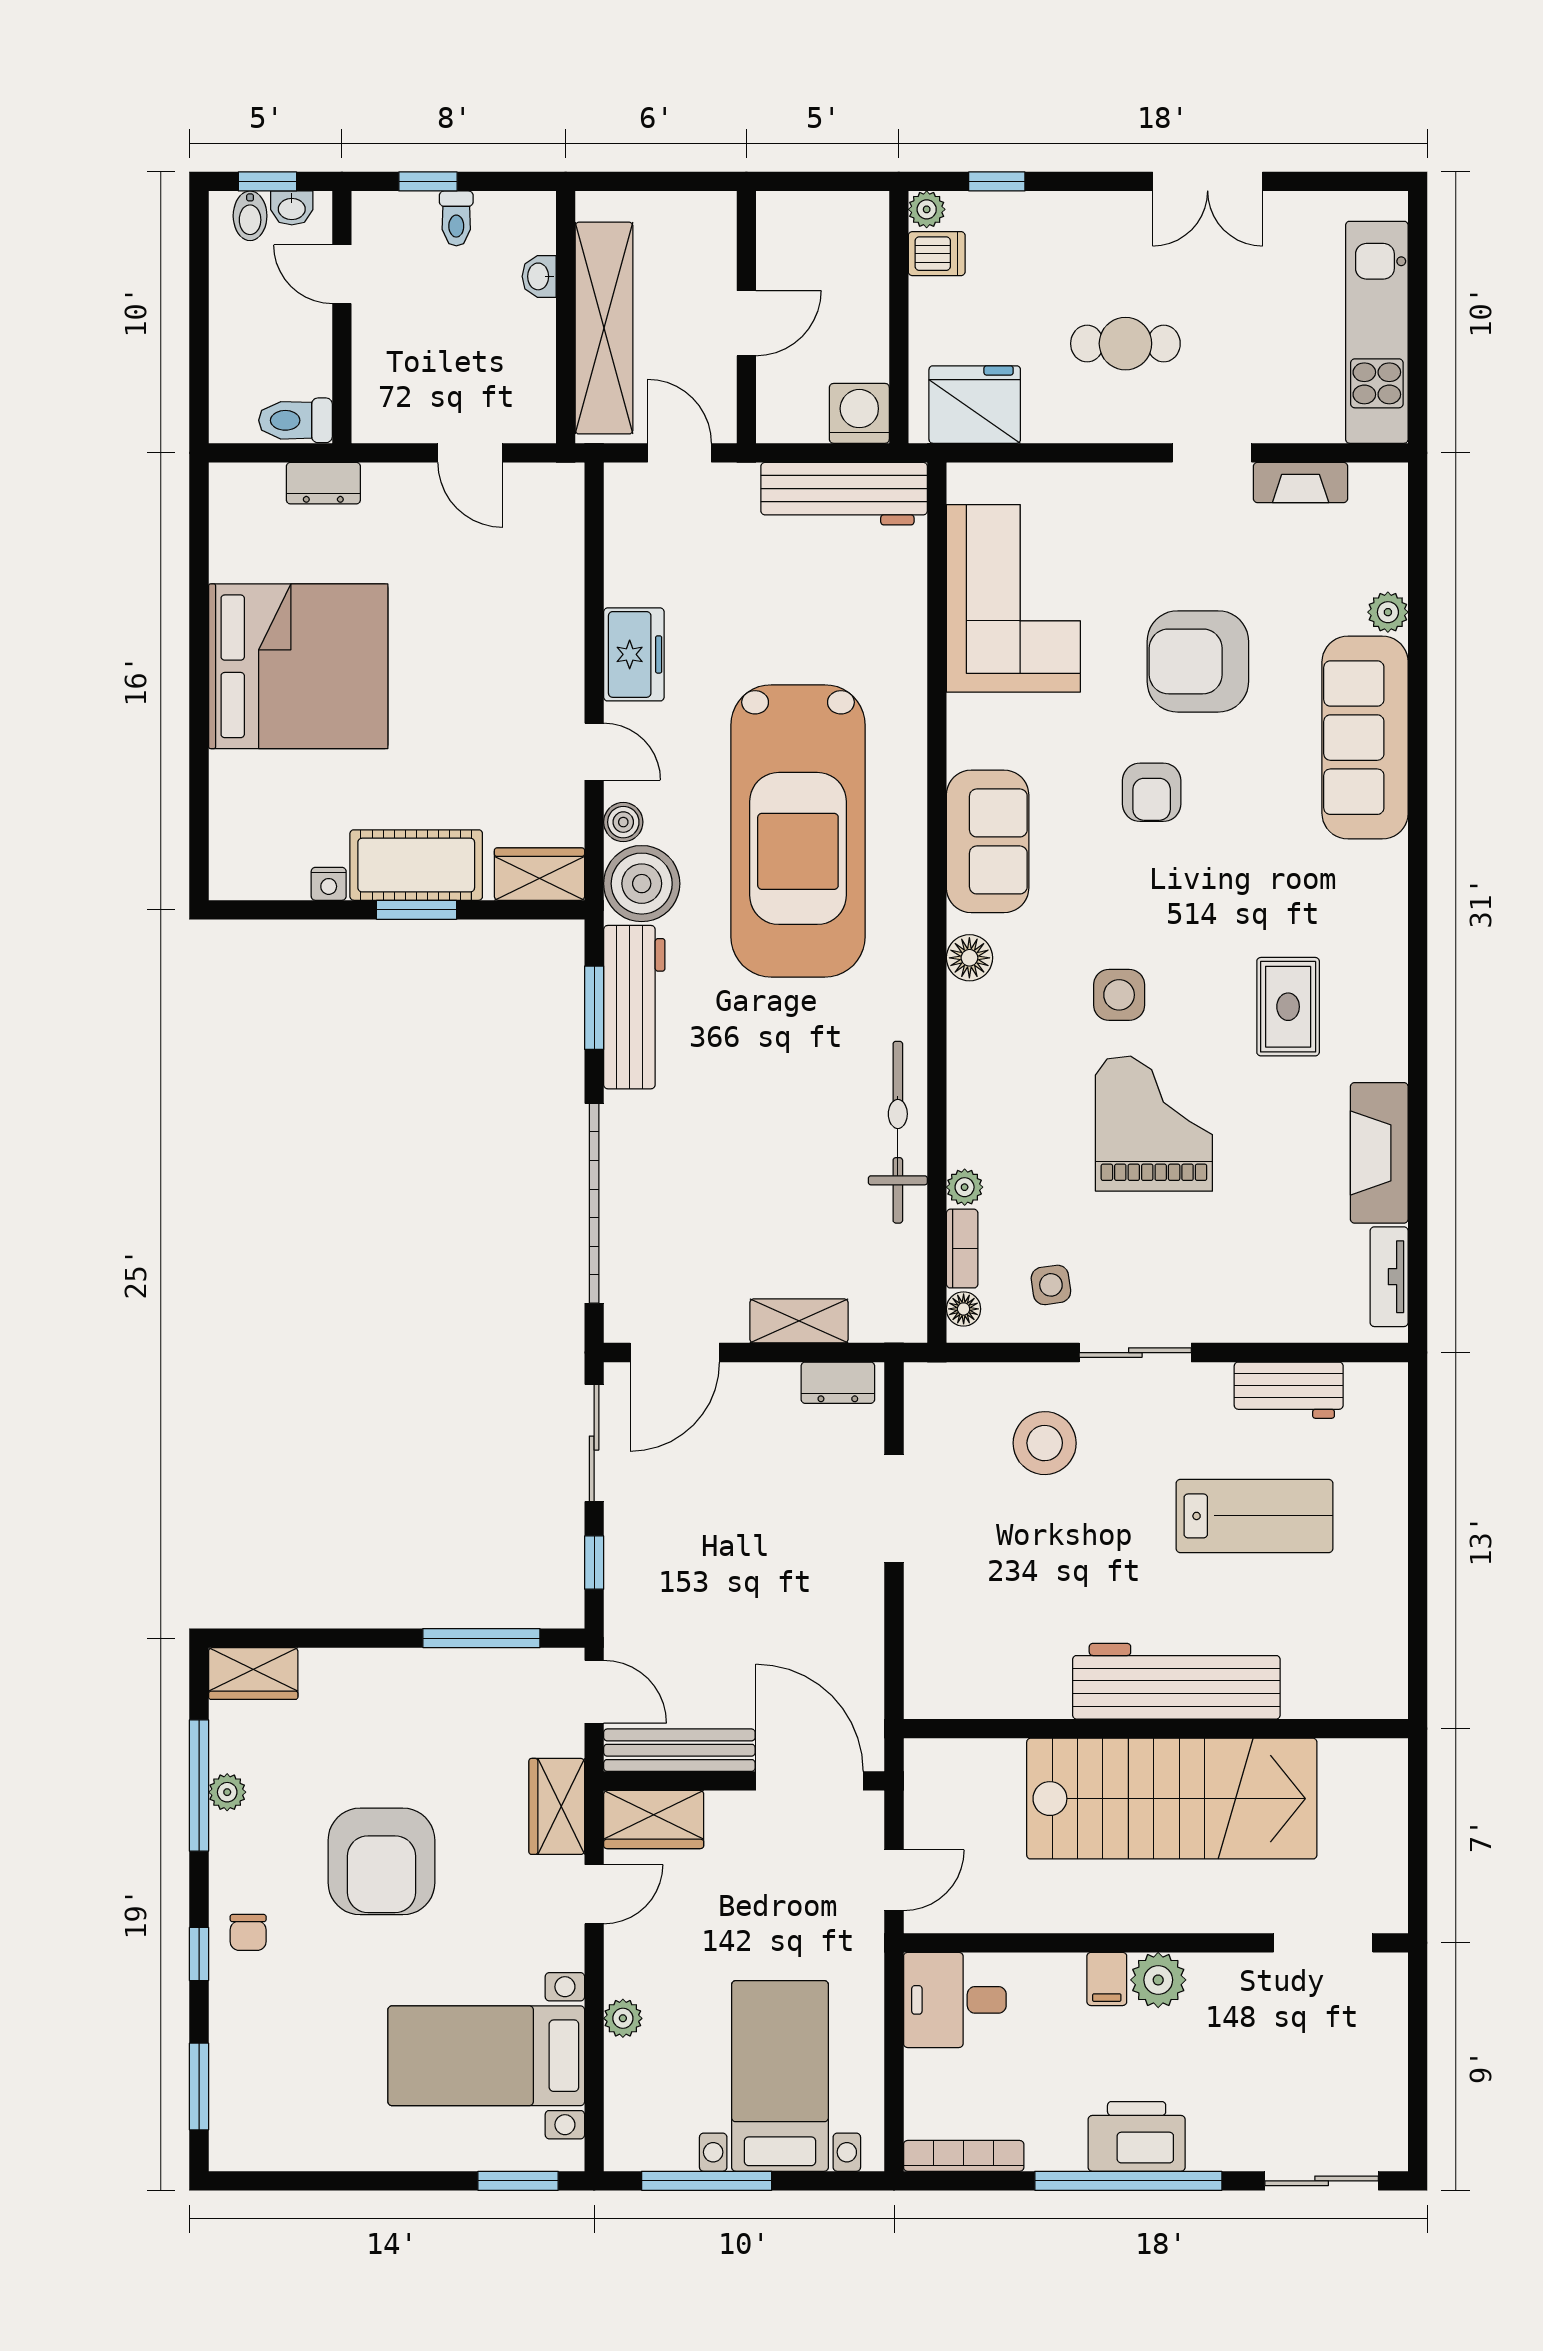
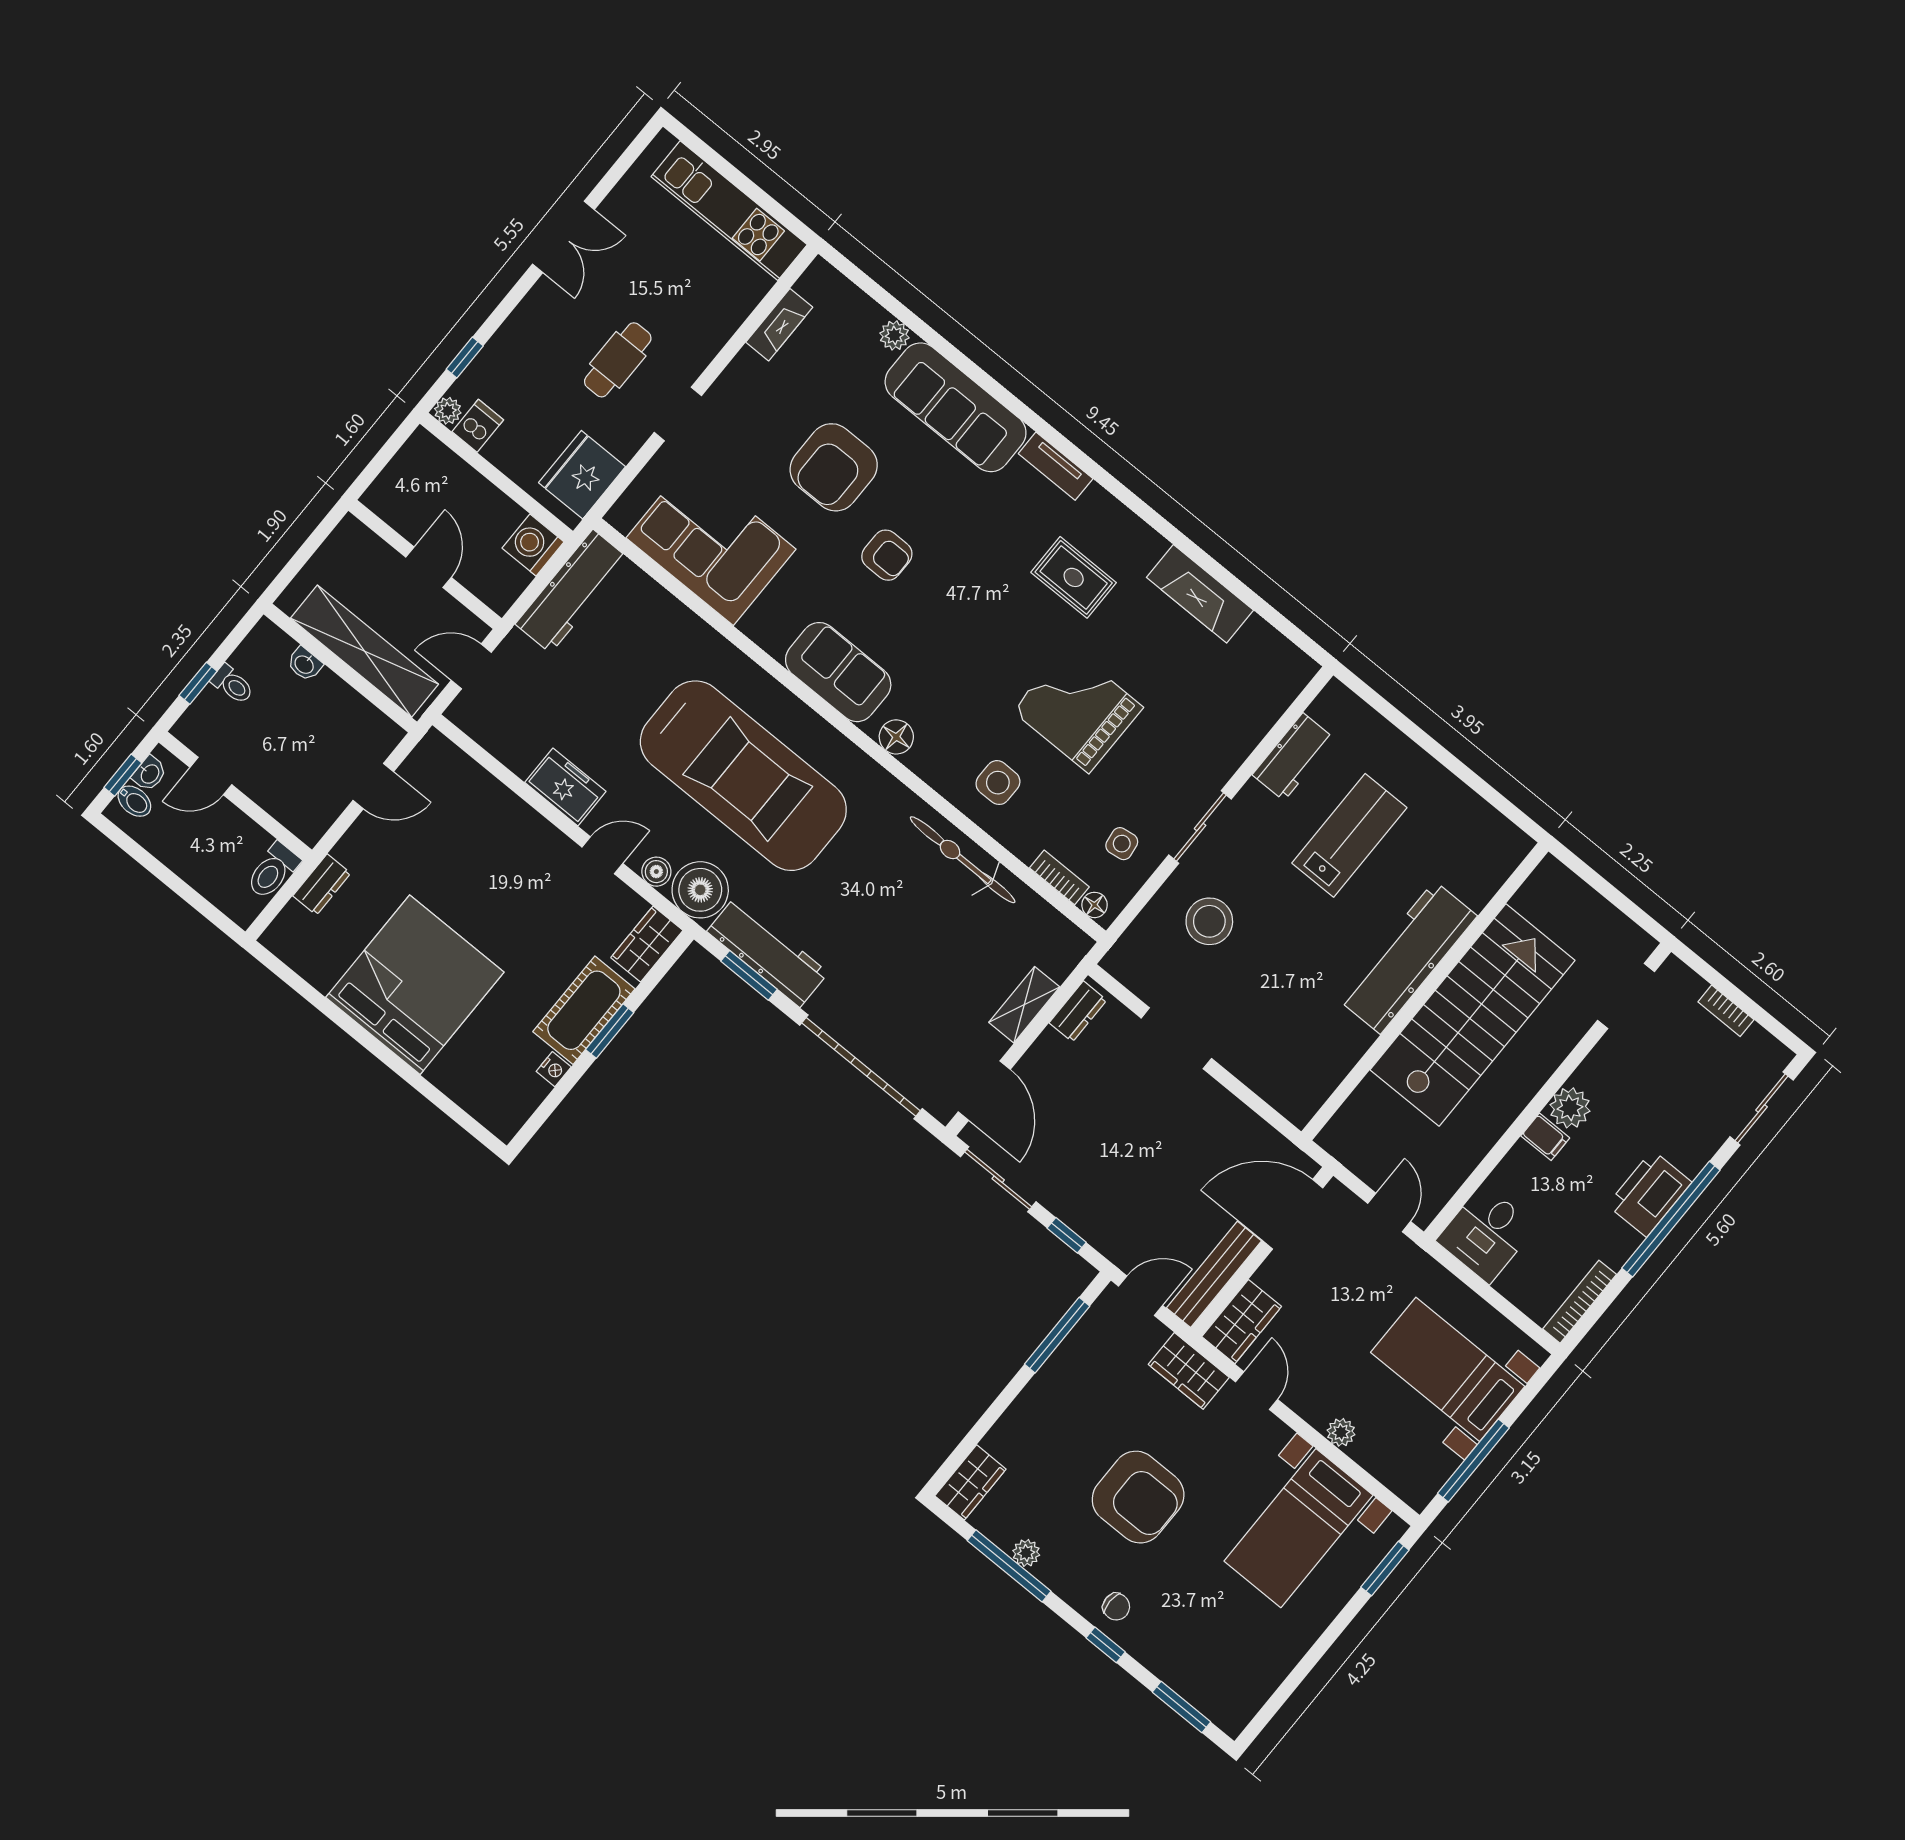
doorway: (1212, 453) -> (678, 414), moved
side table: (1119, 995) -> (998, 783), moved
plant: (965, 1187) -> (1025, 847), removed
tv unit: (1389, 1277) -> (1056, 466), moved
bookcase: (1393, 2060) -> (1726, 1011), added

